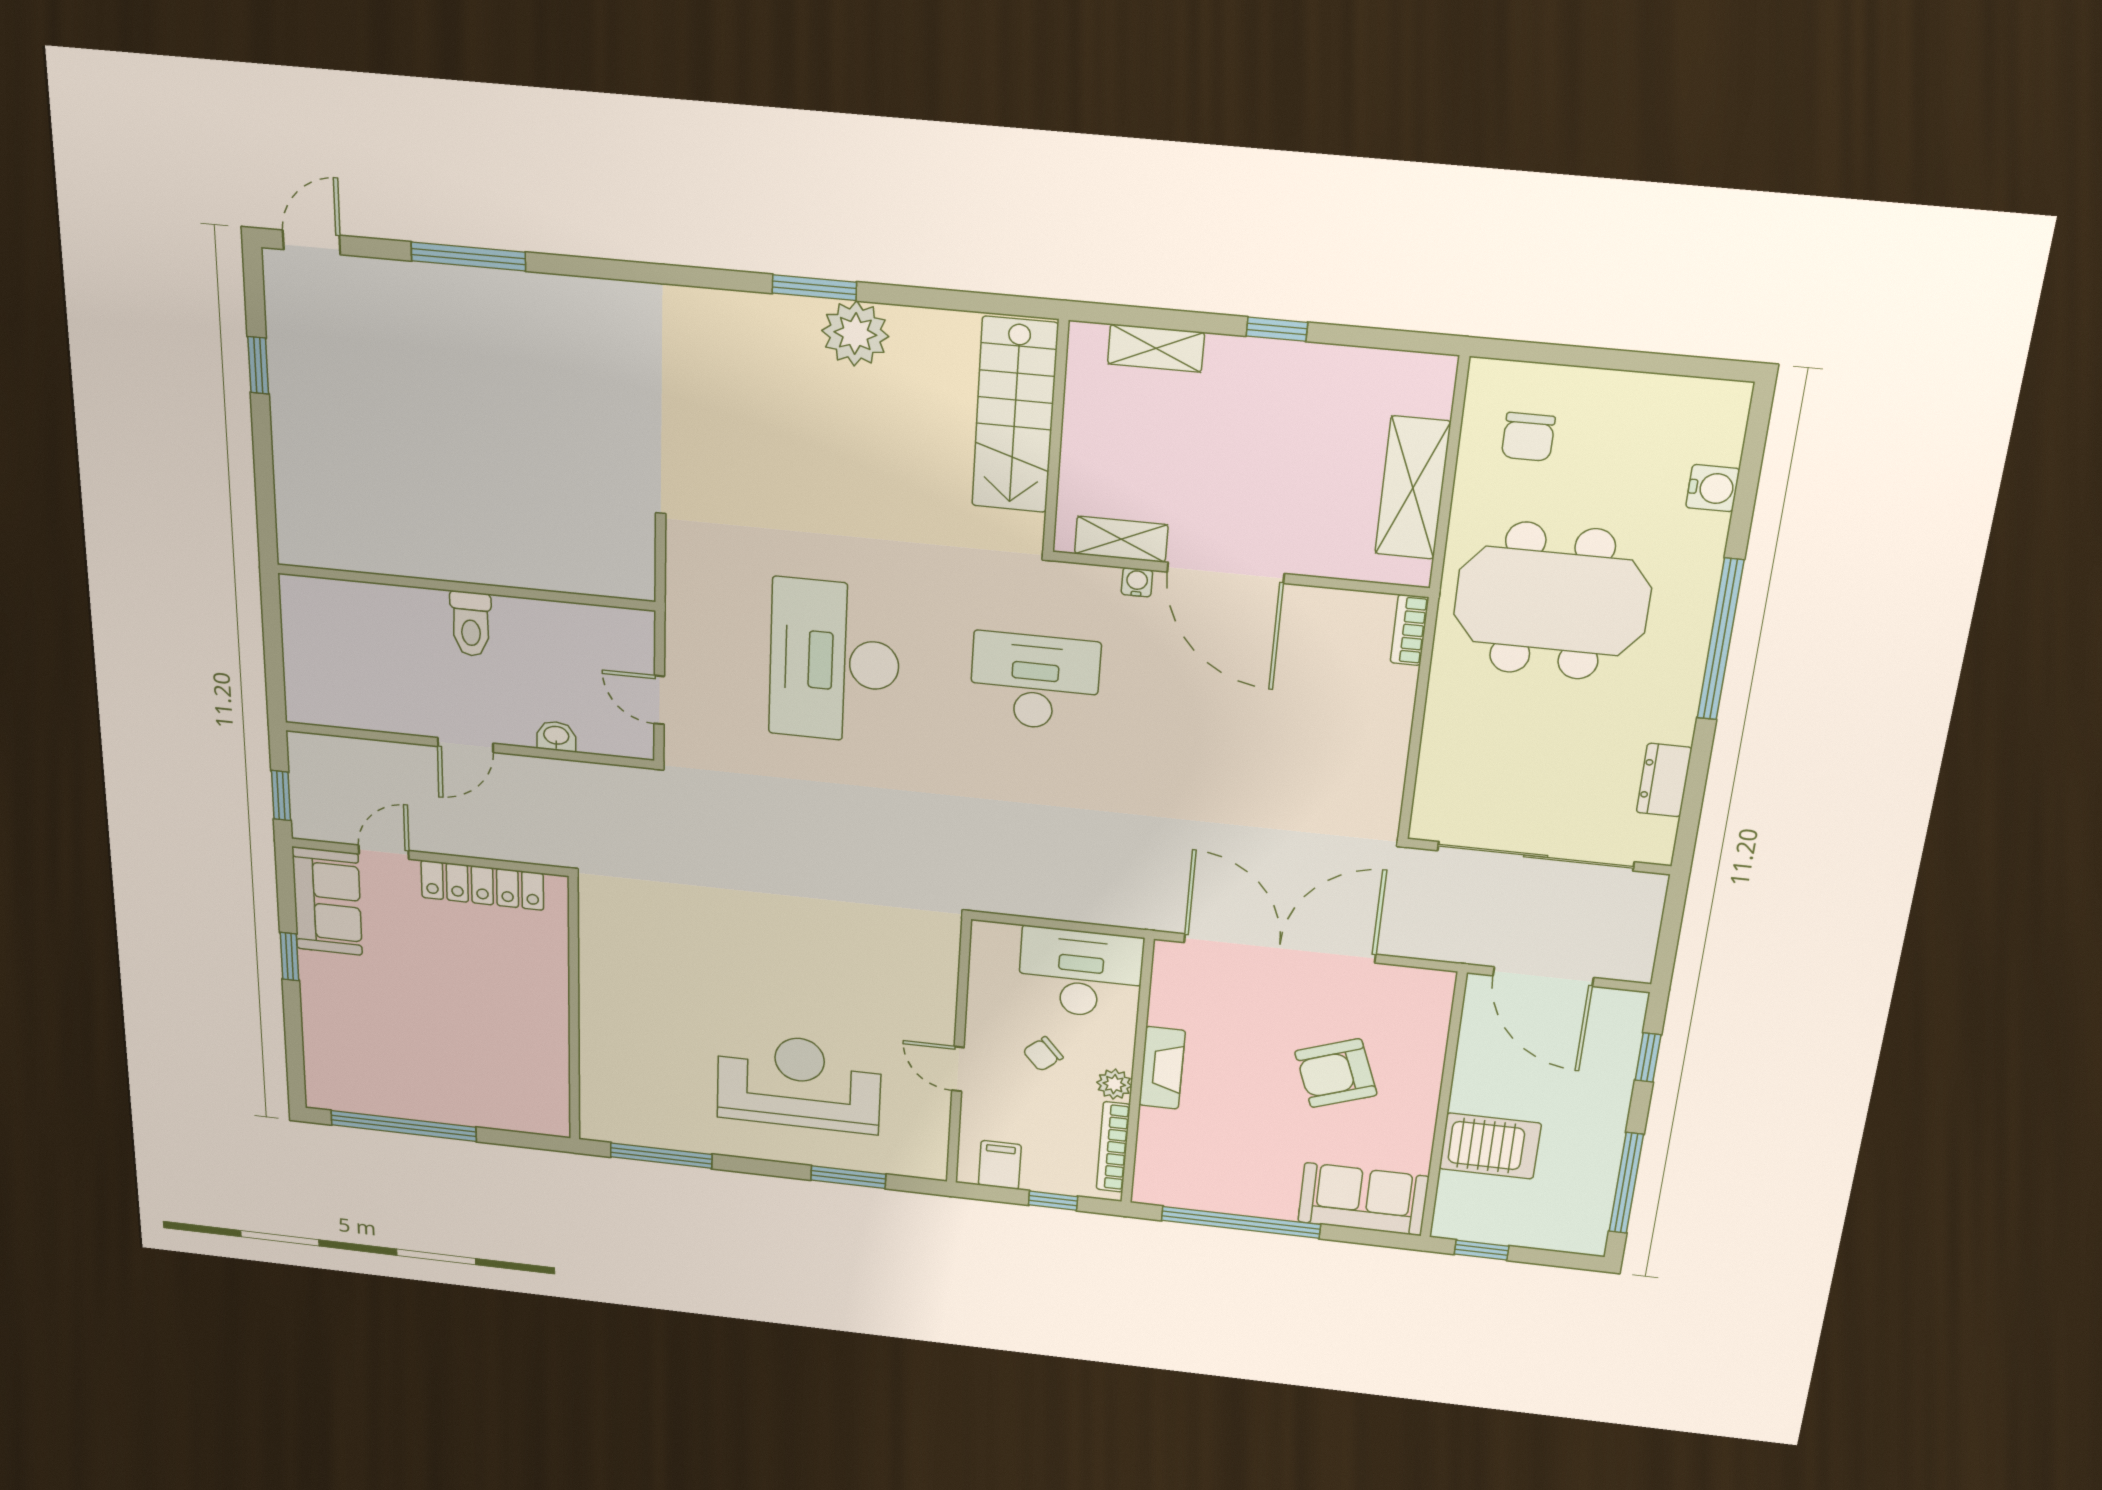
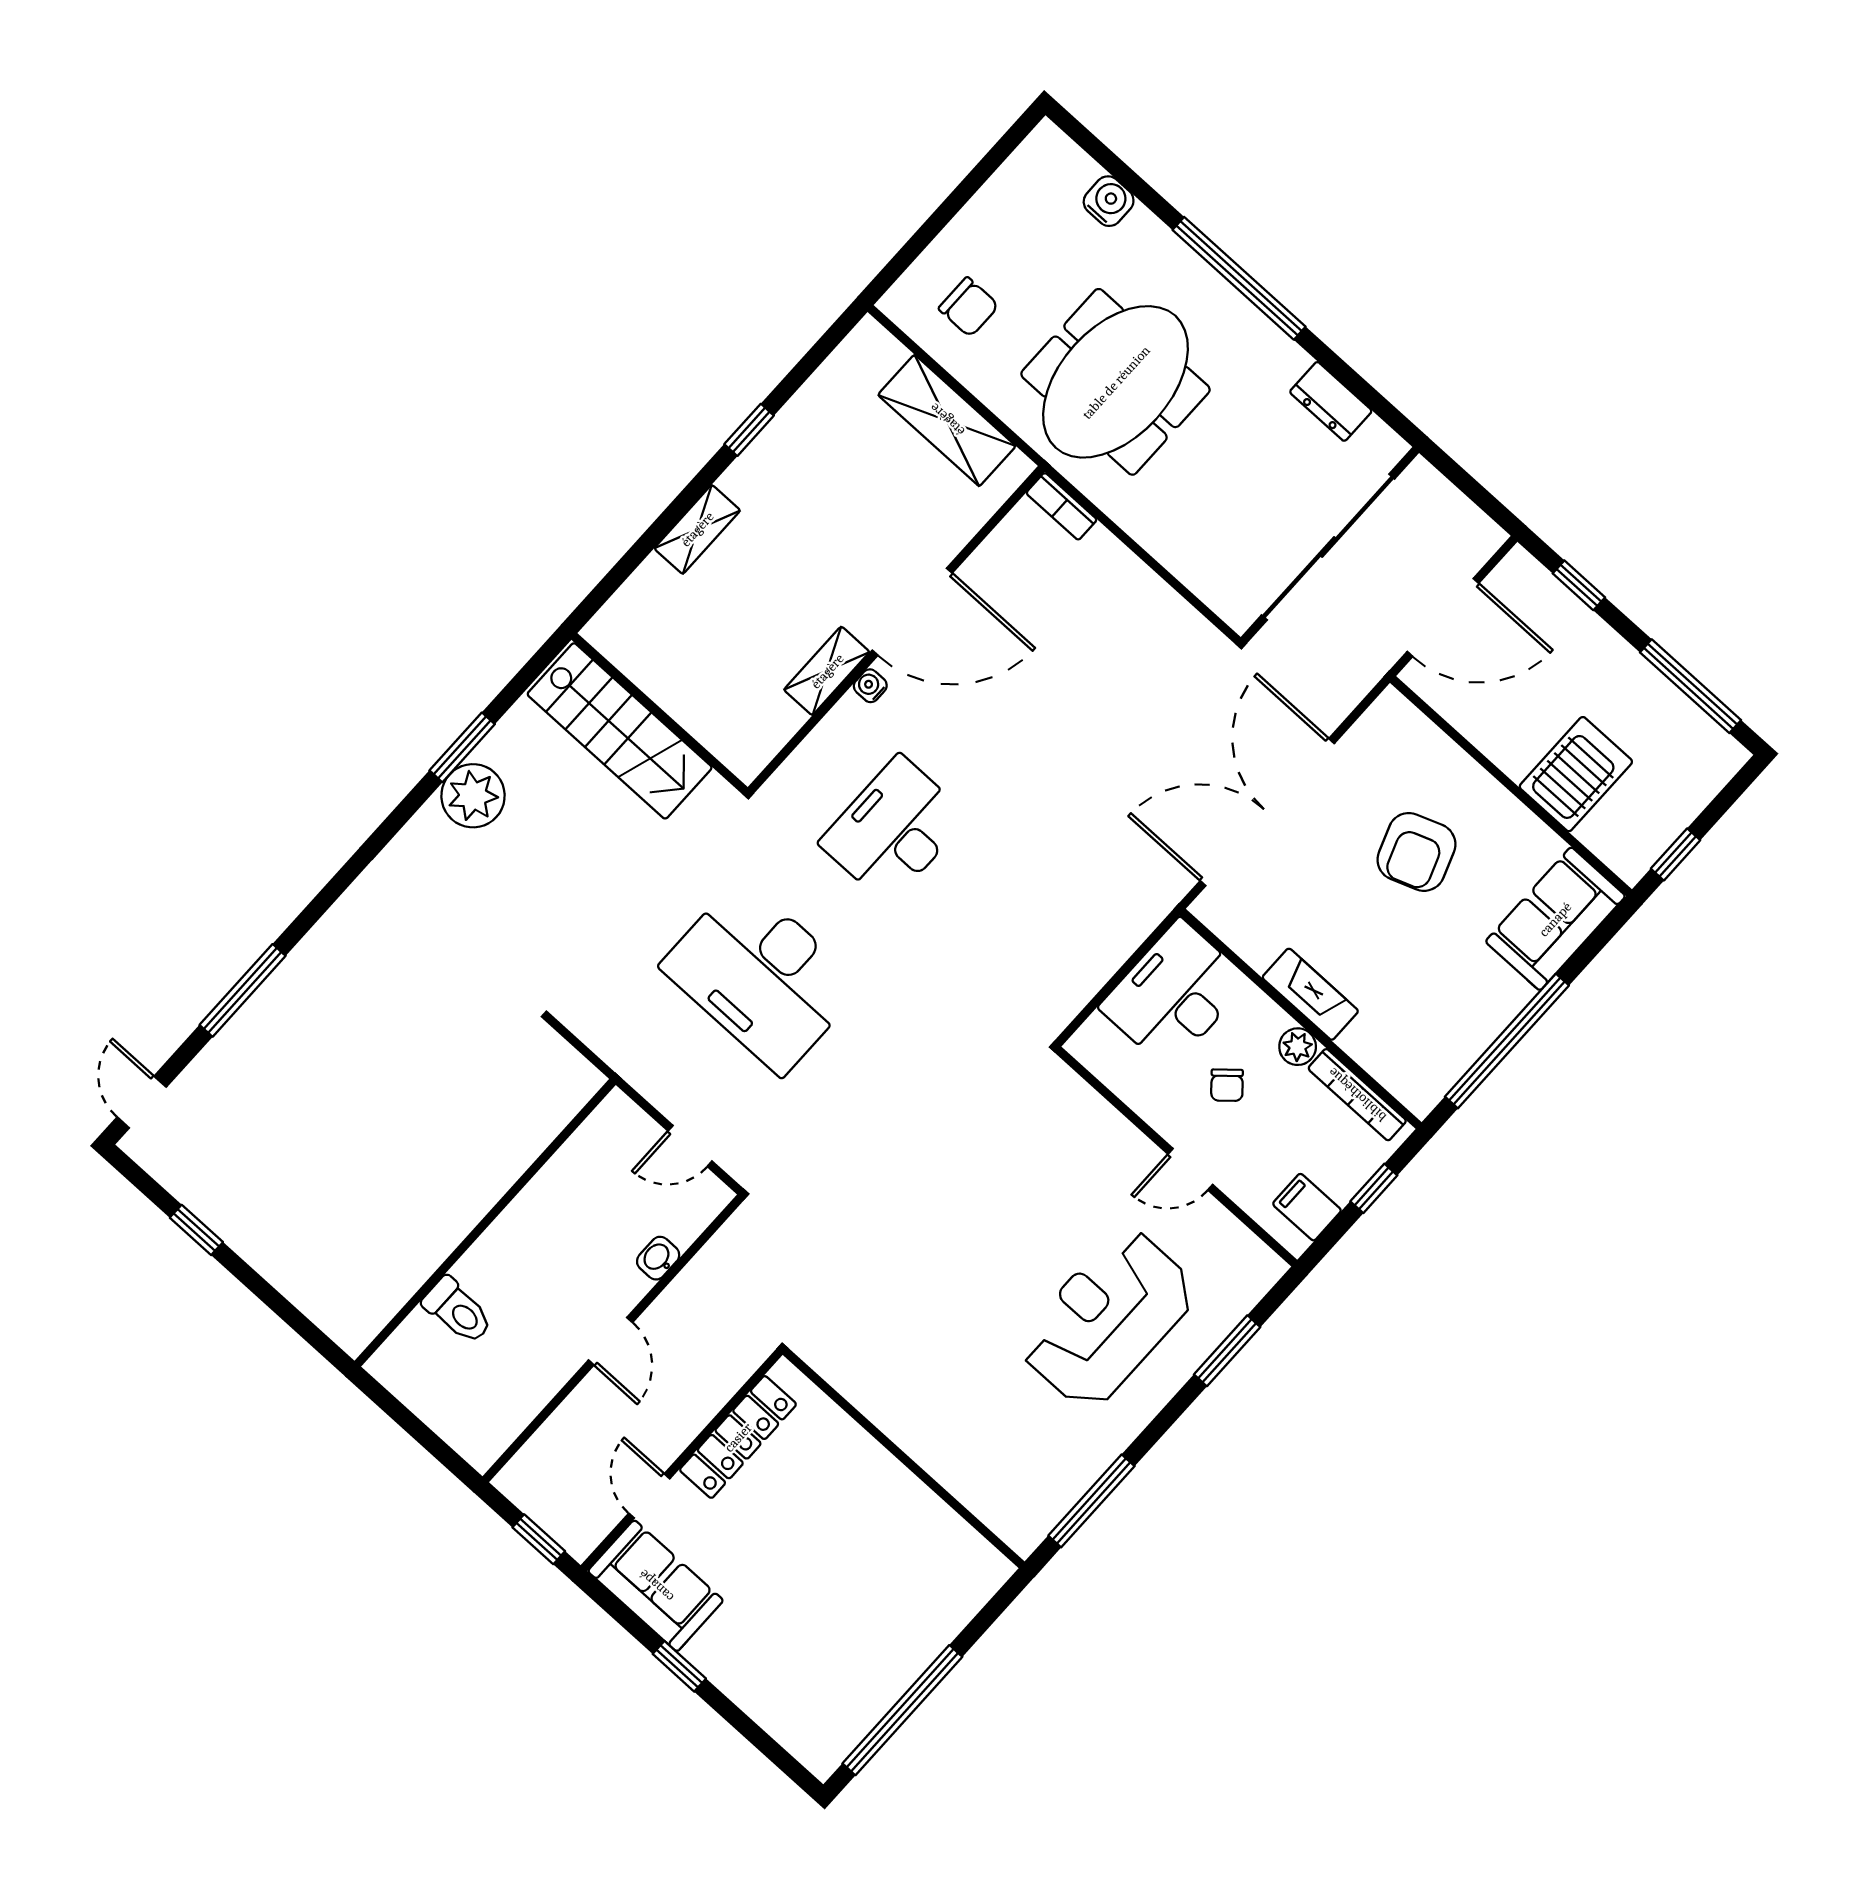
plant: (855, 334) -> (473, 796), moved
stairs: (1015, 415) -> (620, 731), moved
wall: (1056, 437) -> (660, 713), moved
toilet: (471, 624) -> (458, 1311), moved

